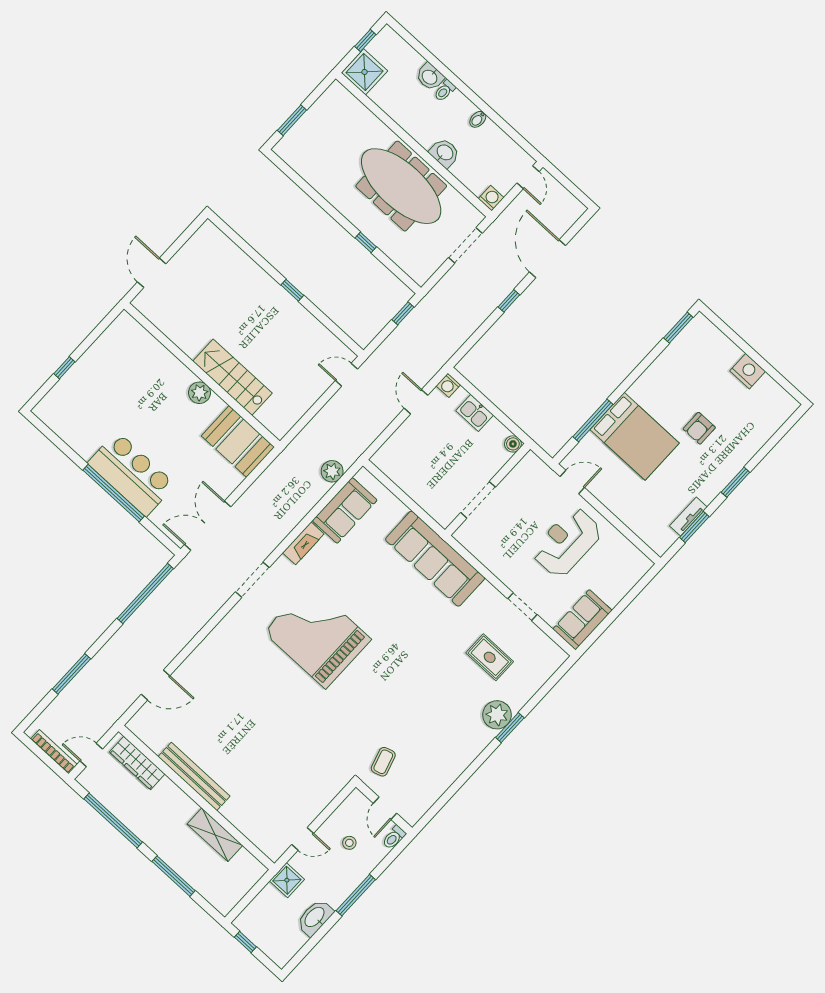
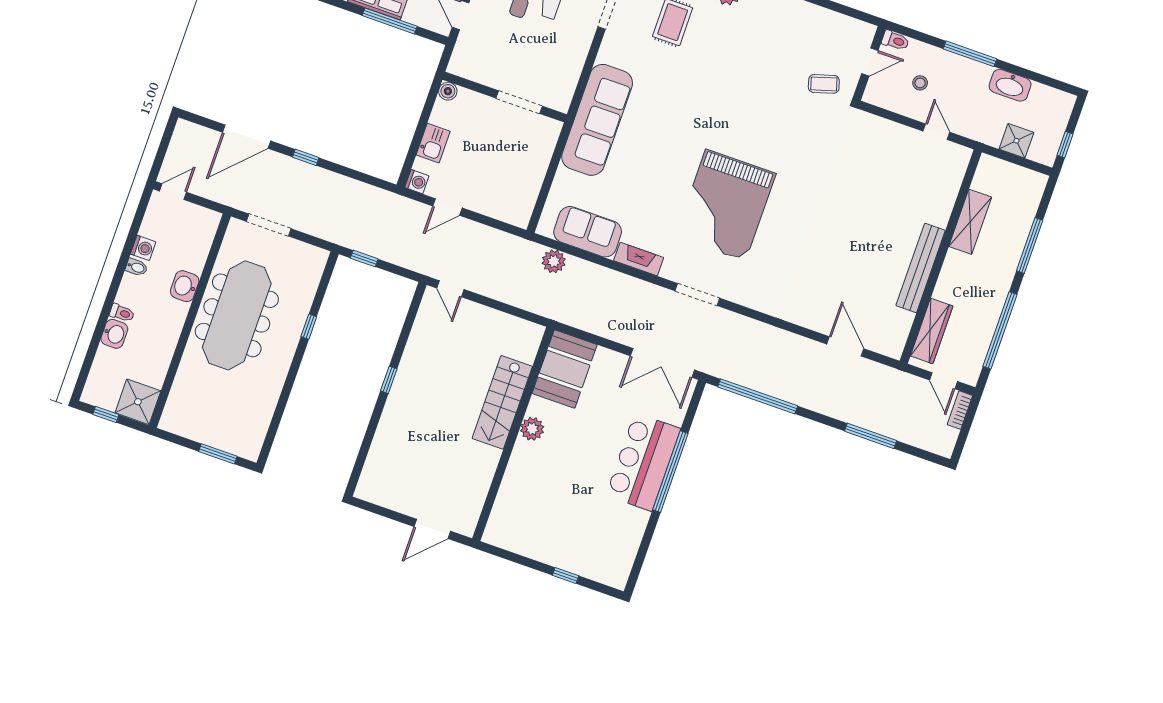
washing machine: (491, 198) -> (143, 248), moved, turned 180
bookcase: (54, 752) -> (960, 410), width x0.64
shower: (287, 880) -> (1016, 141), moved

